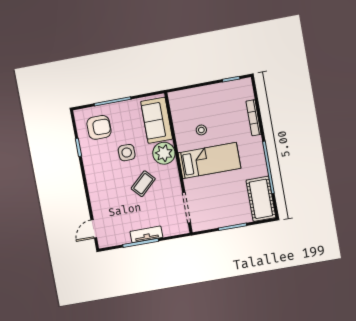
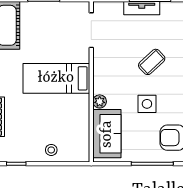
stool: (201, 130) -> (51, 150), moved
plant: (164, 153) -> (100, 101), width x0.53, depth x0.53
coffee table: (143, 184) -> (152, 62), moved

